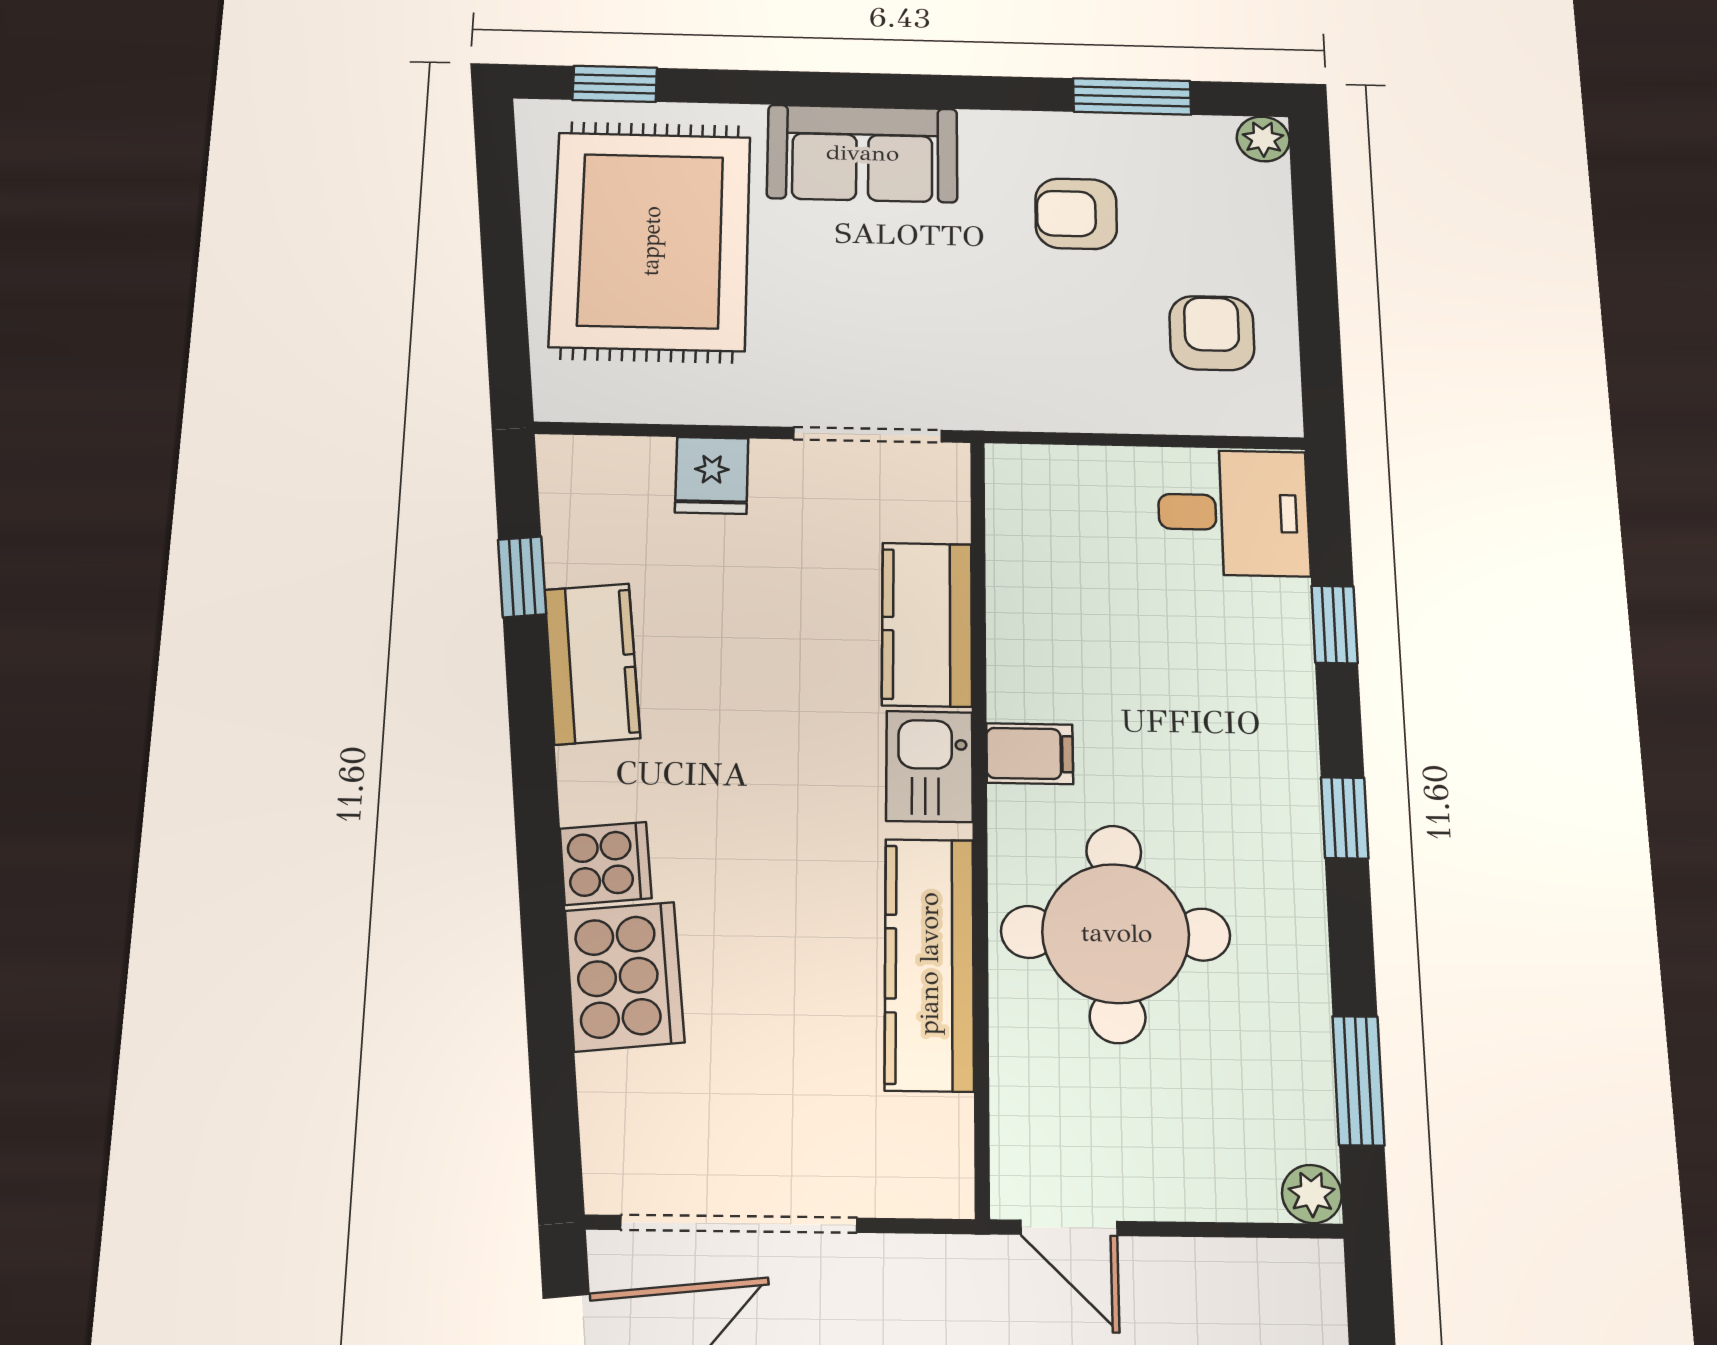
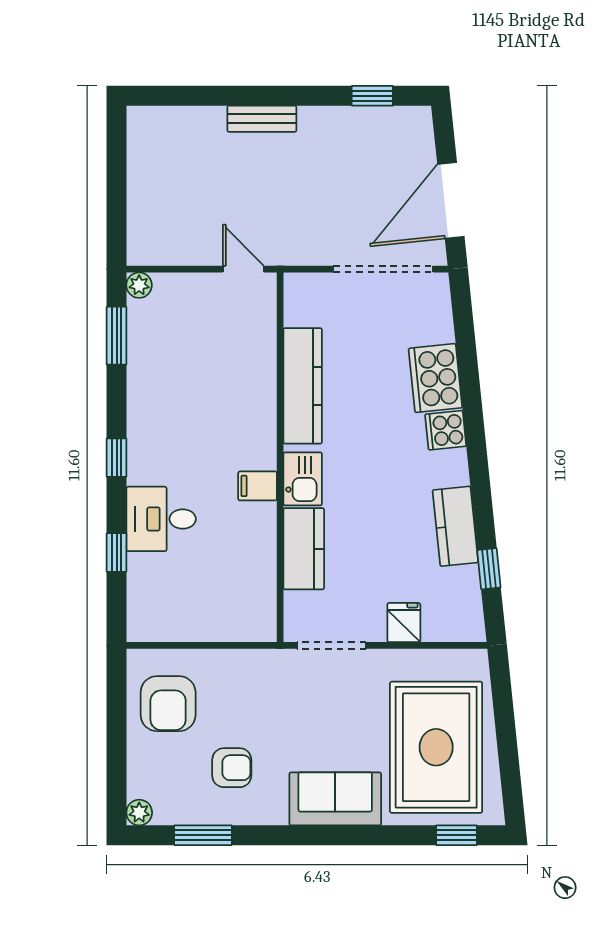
armchair: (1212, 333) -> (168, 704), width x1.38, depth x1.38
desk: (1233, 513) -> (161, 519), moved
round table: (1116, 933) -> (221, 401), removed

